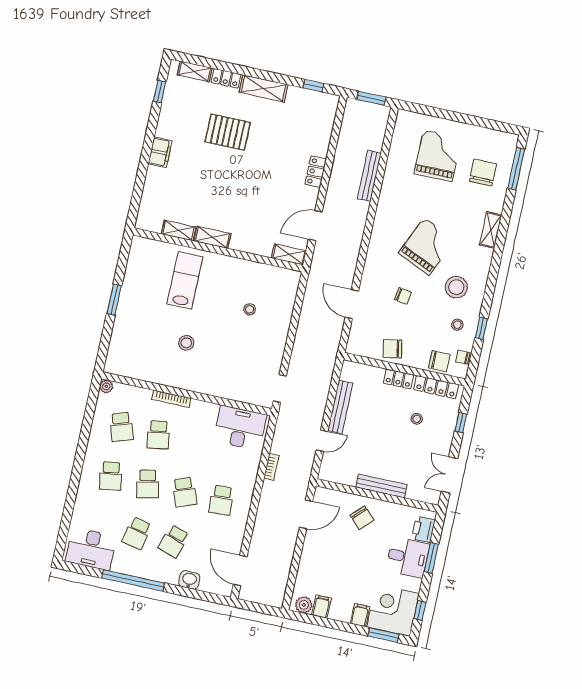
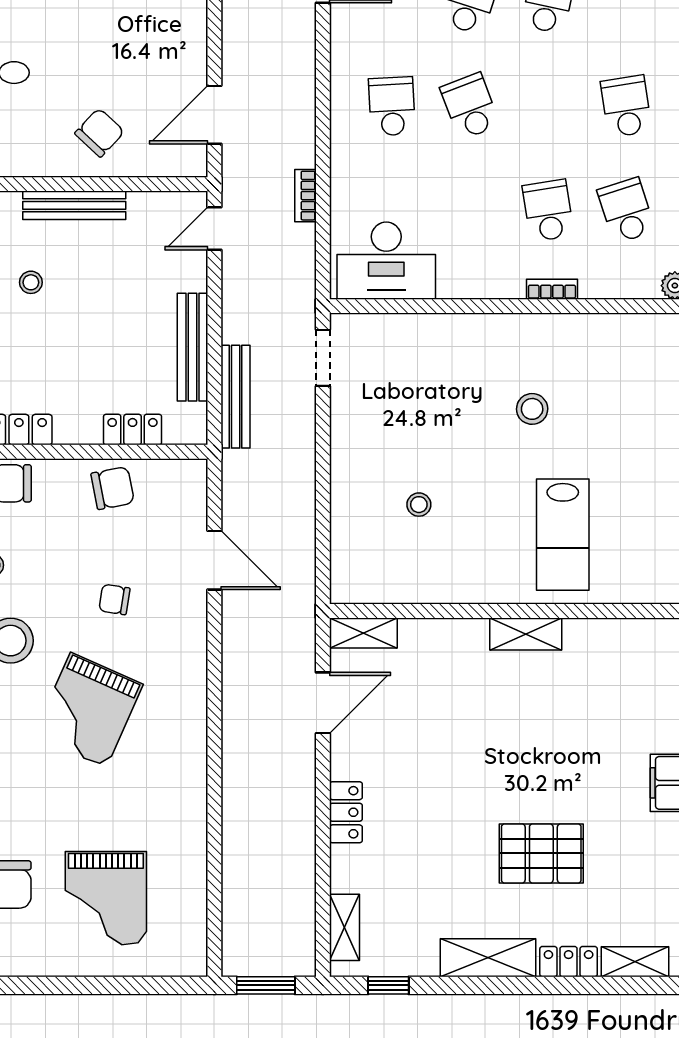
bench: (369, 176) -> (236, 397), moved
shelving: (178, 231) -> (345, 927), moved, turned 90
locker: (398, 379) -> (133, 430), moved
bookcase: (171, 399) -> (552, 289), width x0.64
stool: (417, 419) -> (31, 282), moved
door: (322, 441) -> (214, 228), moved
school desk: (148, 484) -> (548, 106), removed
chair: (362, 518) -> (100, 133), turned 88

